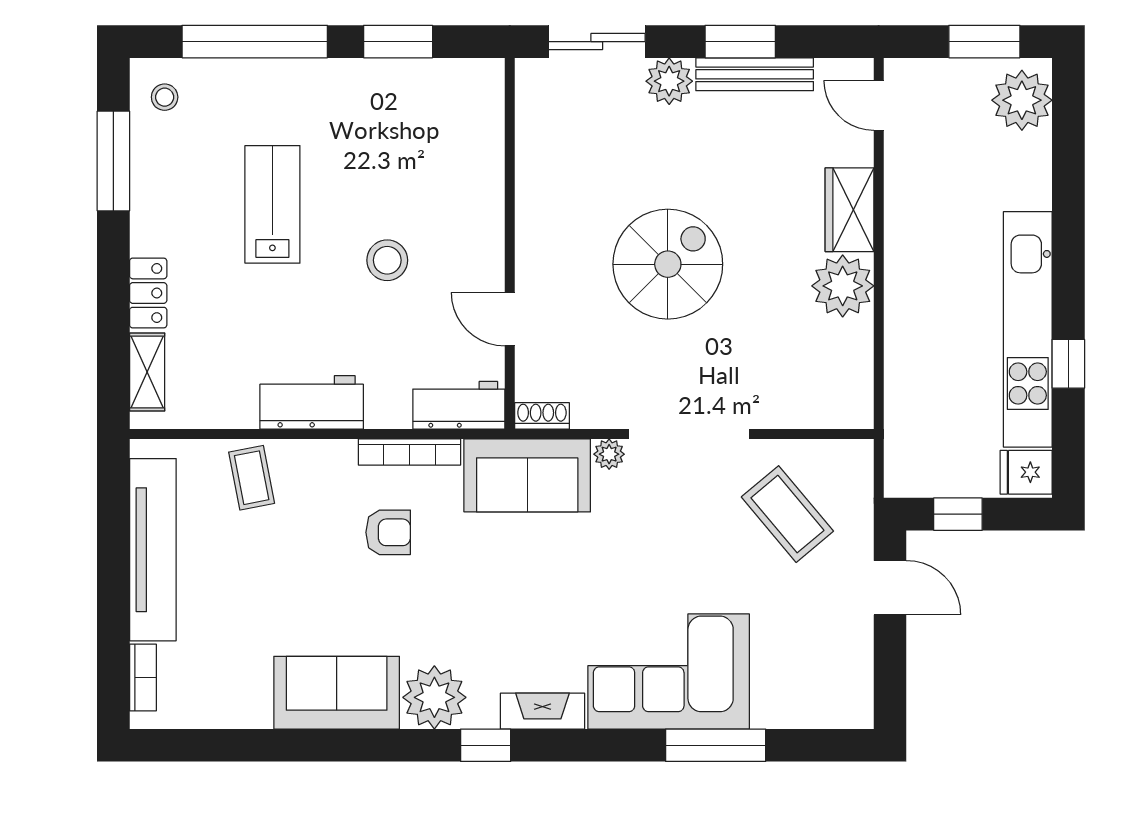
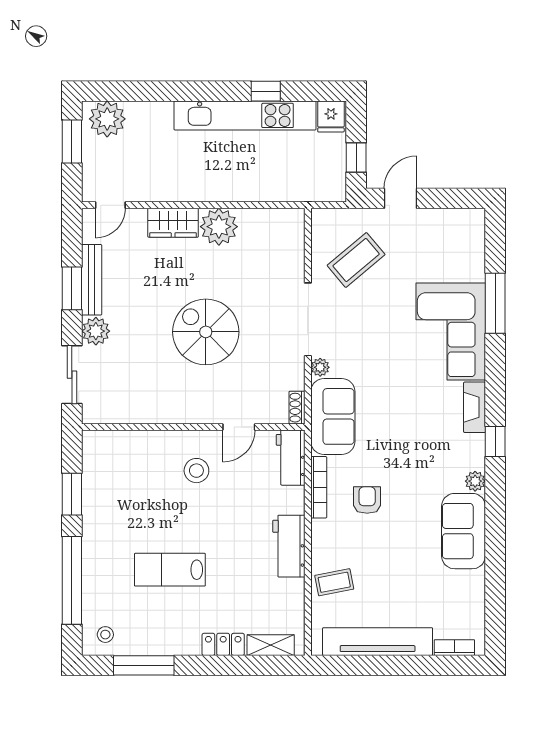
stool: (387, 260) -> (196, 471), moved
plant: (434, 697) -> (475, 481), width x0.53, depth x0.53

